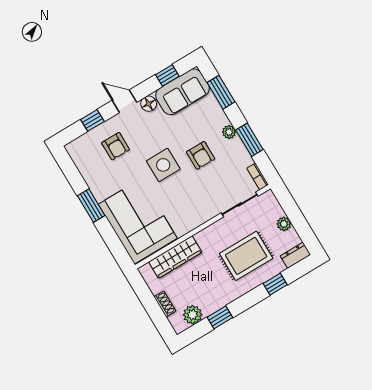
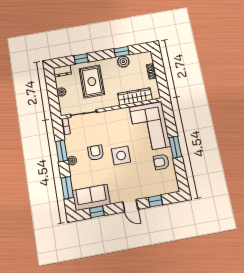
floor lamp: (149, 104) -> (116, 198), removed
armchair: (116, 146) -> (161, 162), moved, turned -90
rug: (246, 256) -> (92, 82), turned 90
plant: (193, 315) -> (123, 62), moved

